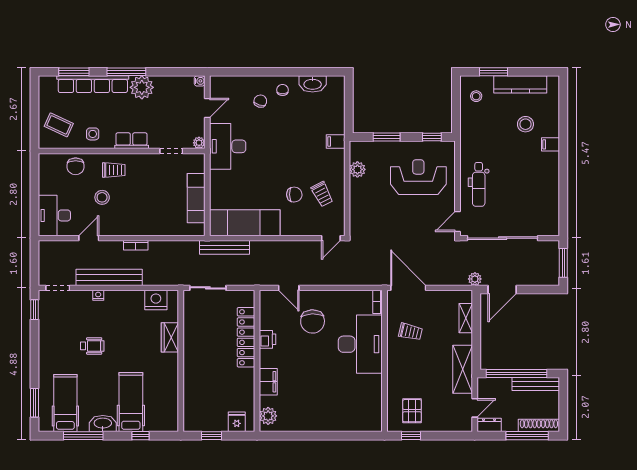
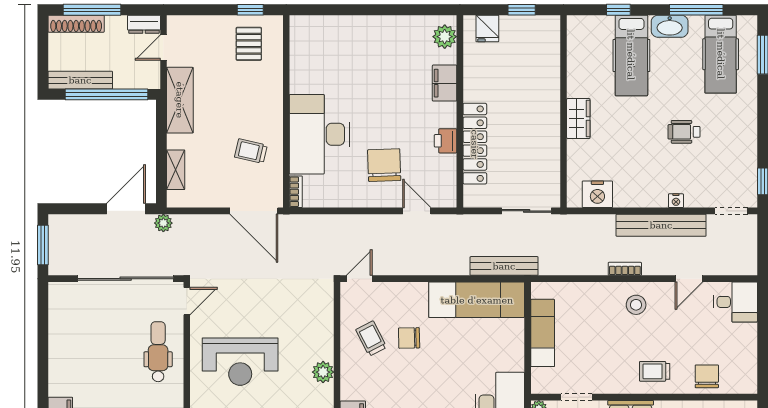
stool: (102, 197) -> (636, 305), moved
desk: (54, 215) -> (736, 302), width x0.73
wardrobe: (170, 337) -> (578, 119), moved

